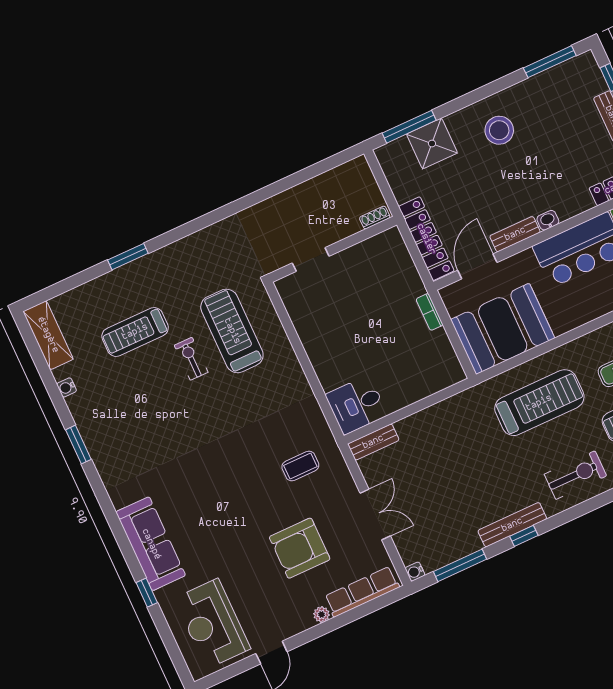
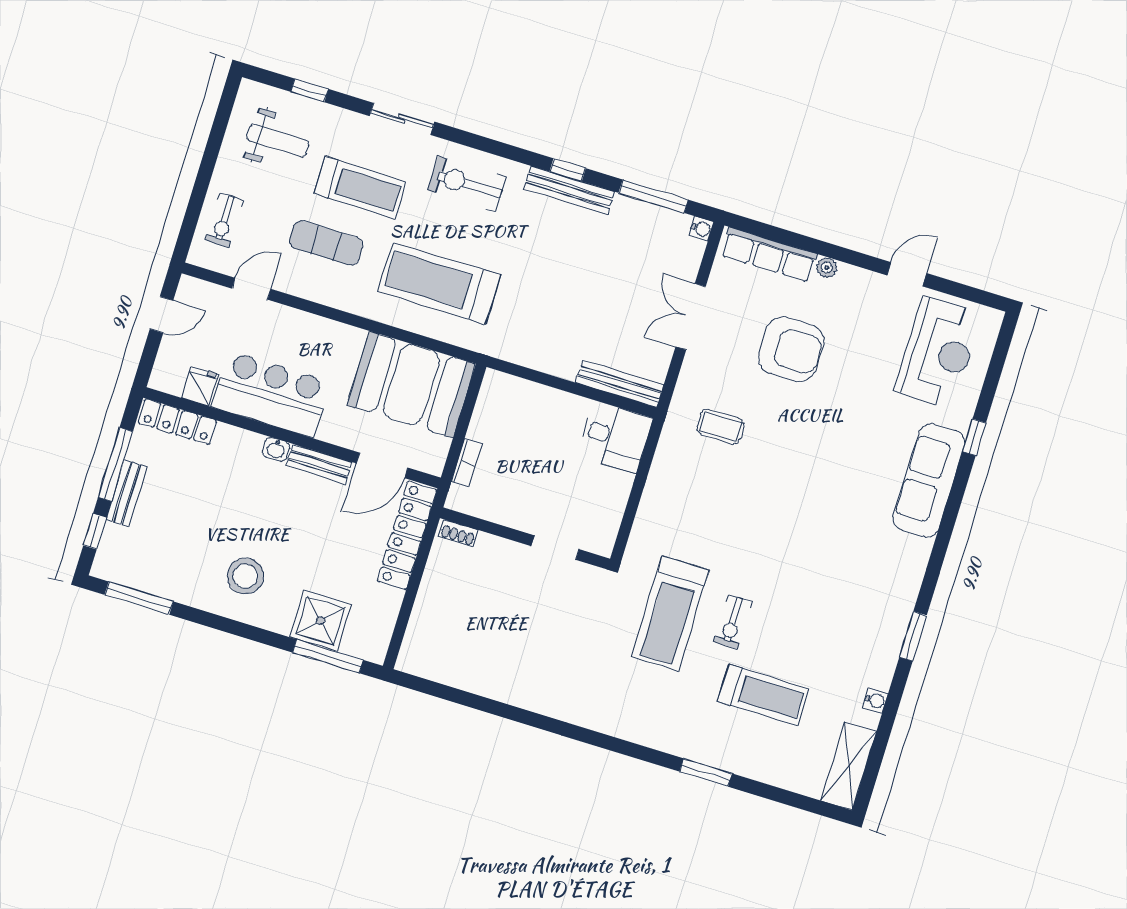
shoe rack: (375, 218) -> (458, 533), moved
wall: (333, 249) -> (525, 538), moved
doorway: (311, 260) -> (555, 548), moved
bench: (373, 442) -> (620, 384), width x1.36

